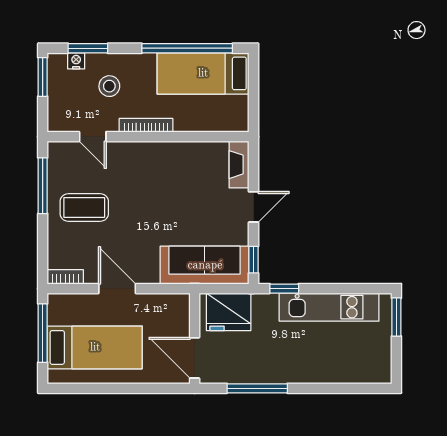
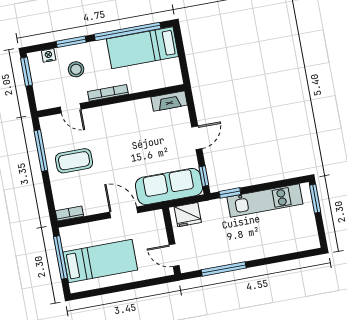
window: (88, 48) -> (71, 42), moved
fireplace: (239, 165) -> (169, 101), moved, turned -90
door: (117, 289) -> (124, 212), moved
fridge: (229, 312) -> (188, 215), width x0.73, depth x0.75
door: (195, 358) -> (174, 255), width x0.73

